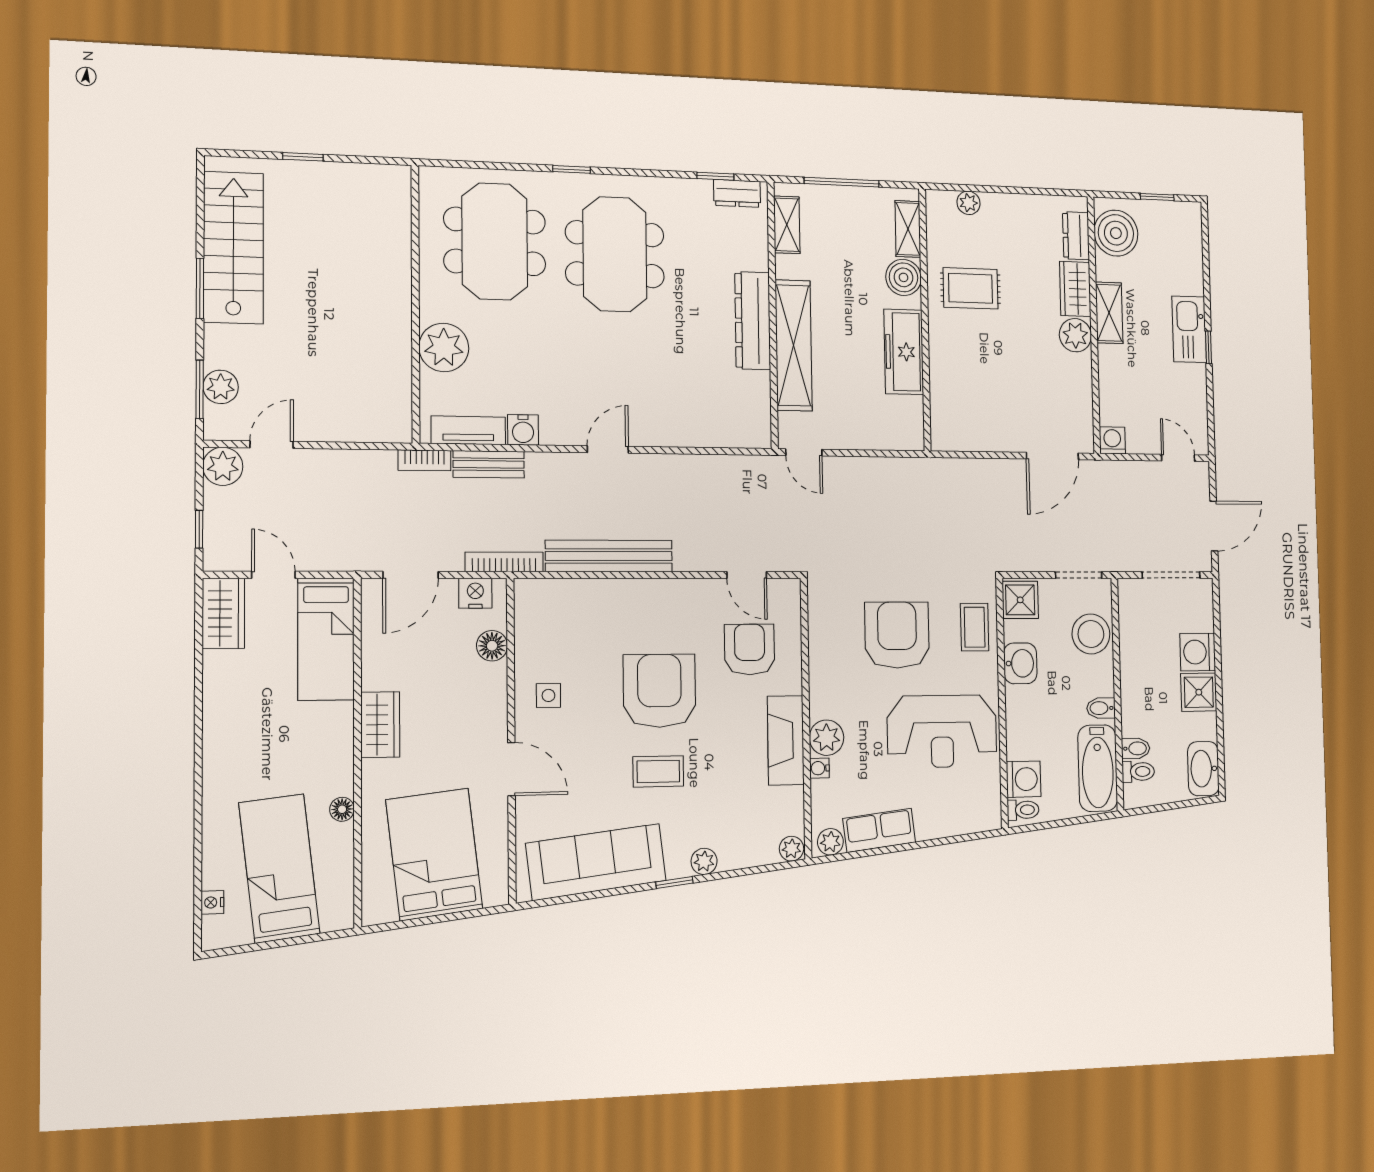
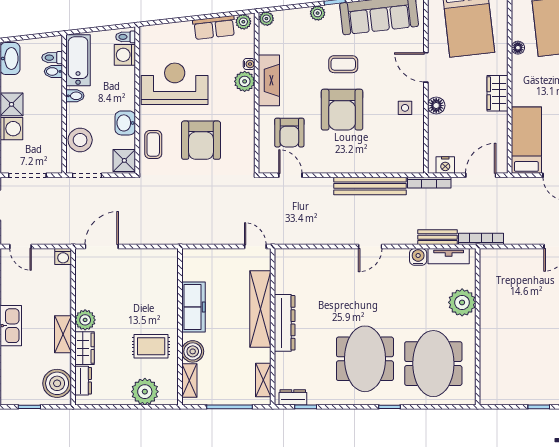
plant: (969, 203) -> (145, 392), width x1.87, depth x1.87
bookcase: (424, 460) -> (481, 239), width x1.56
floor lamp: (492, 646) -> (436, 106), moved

